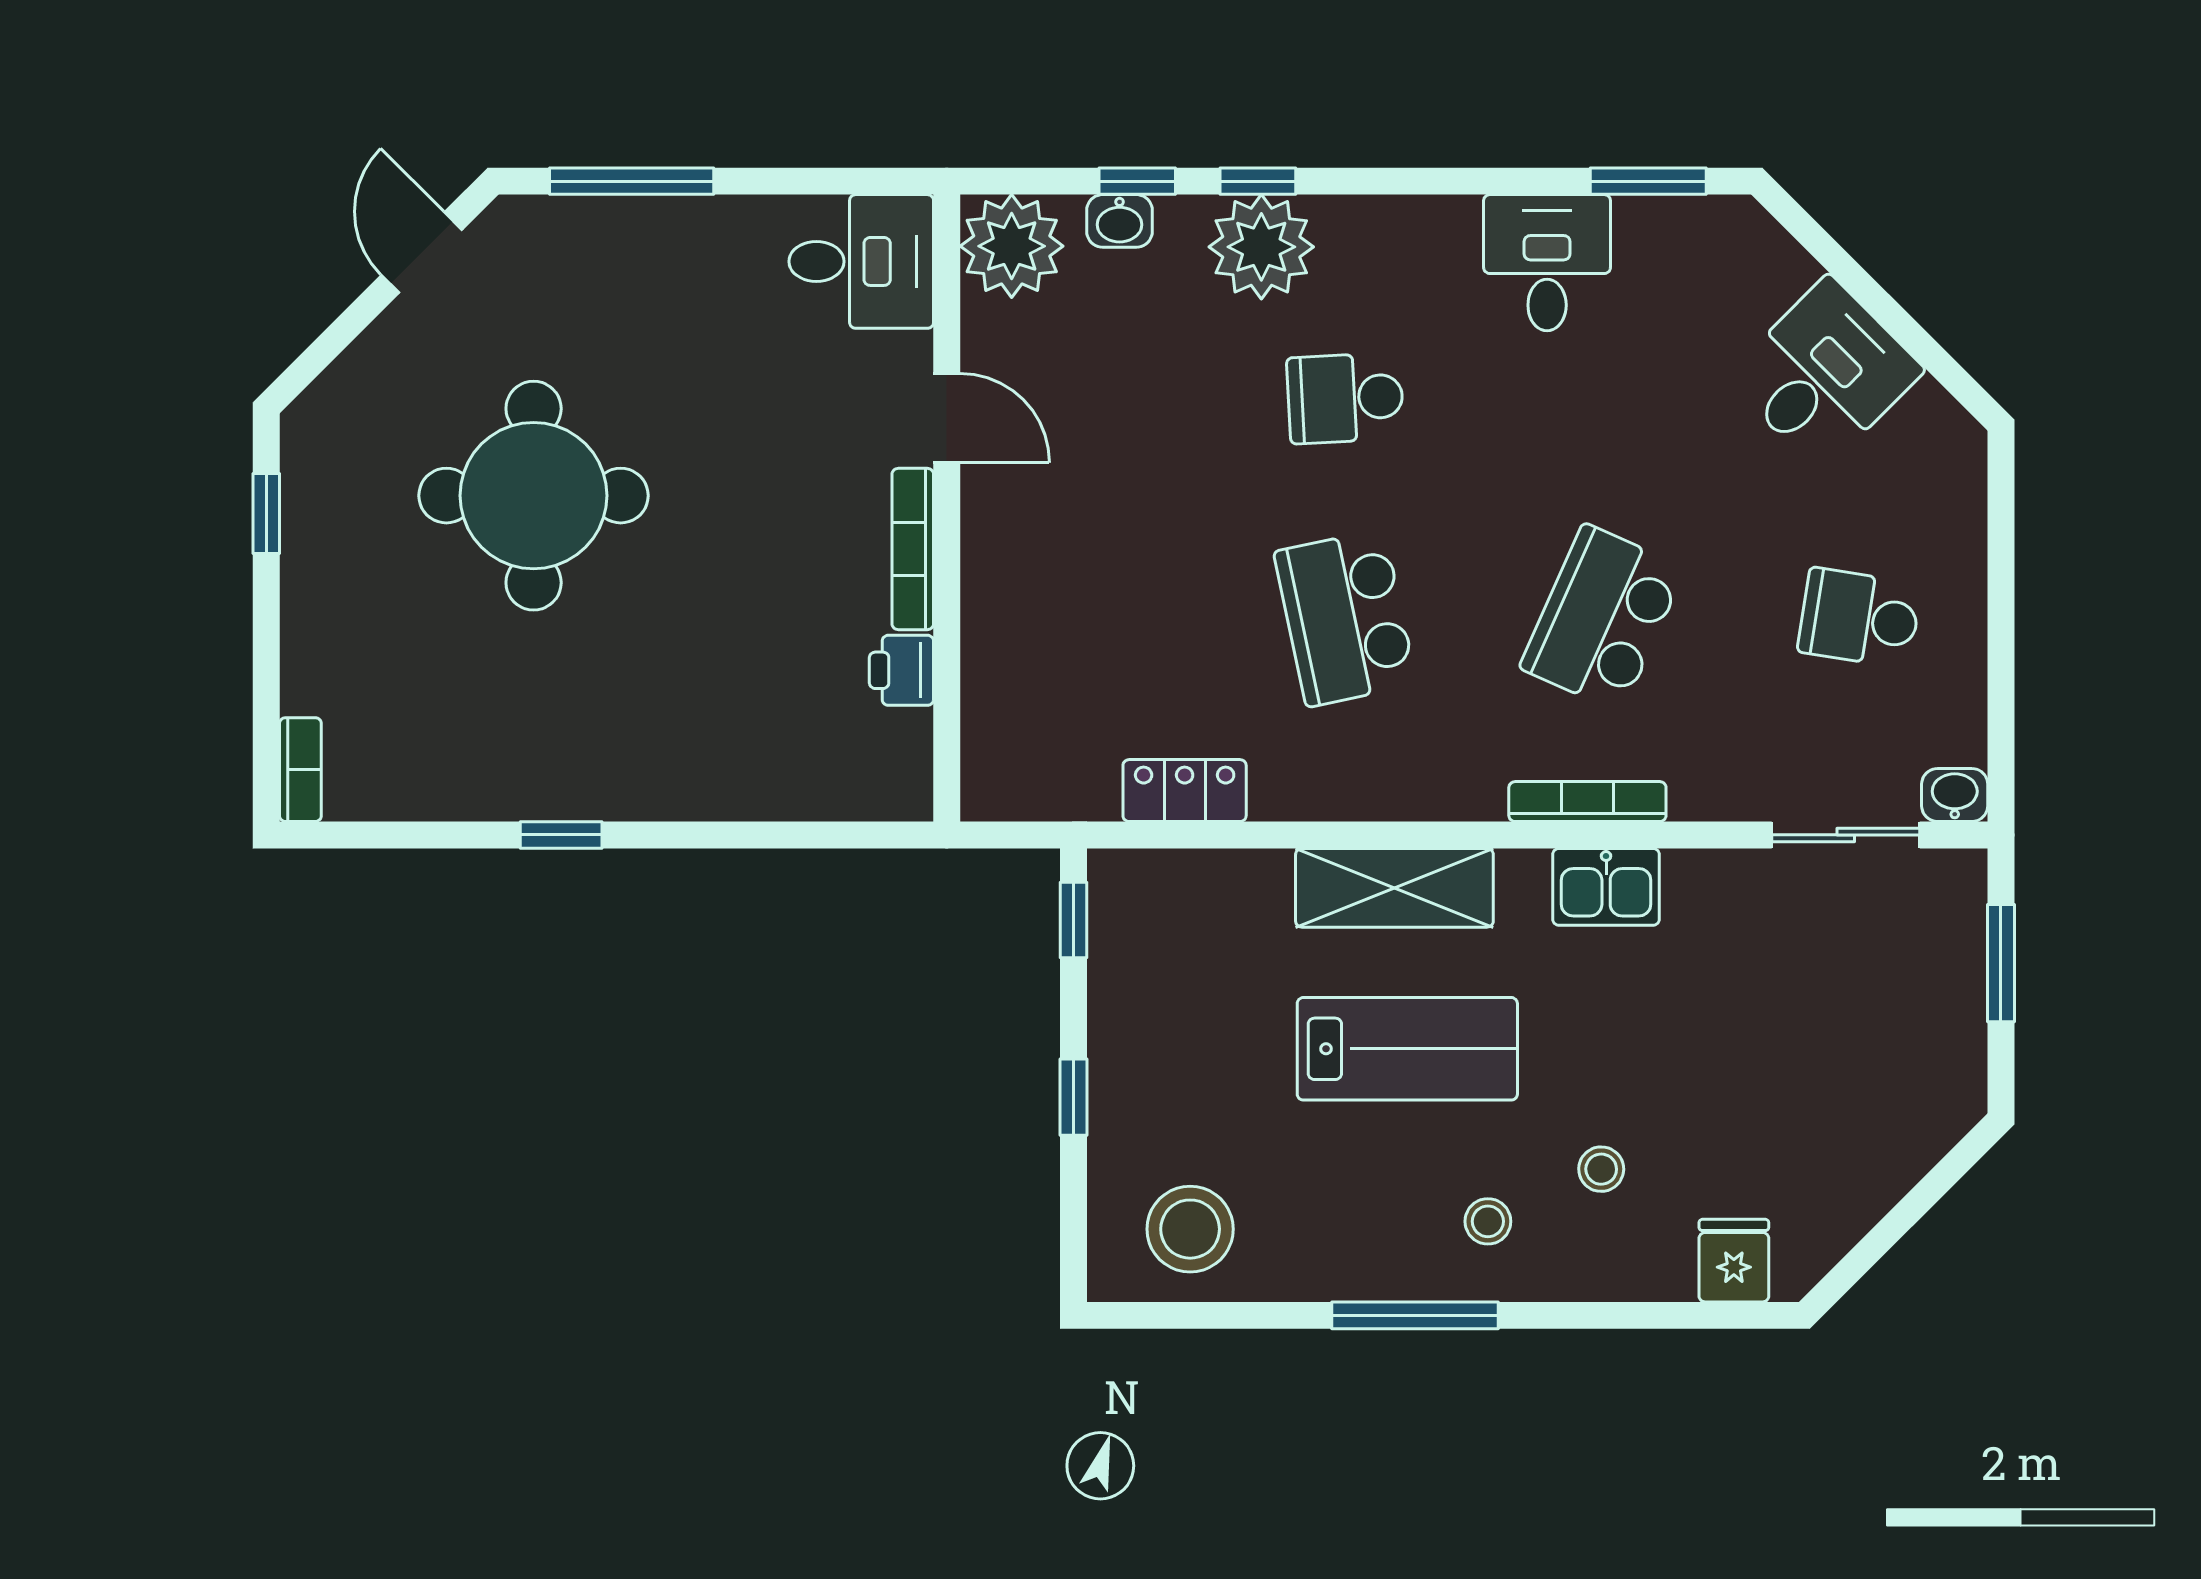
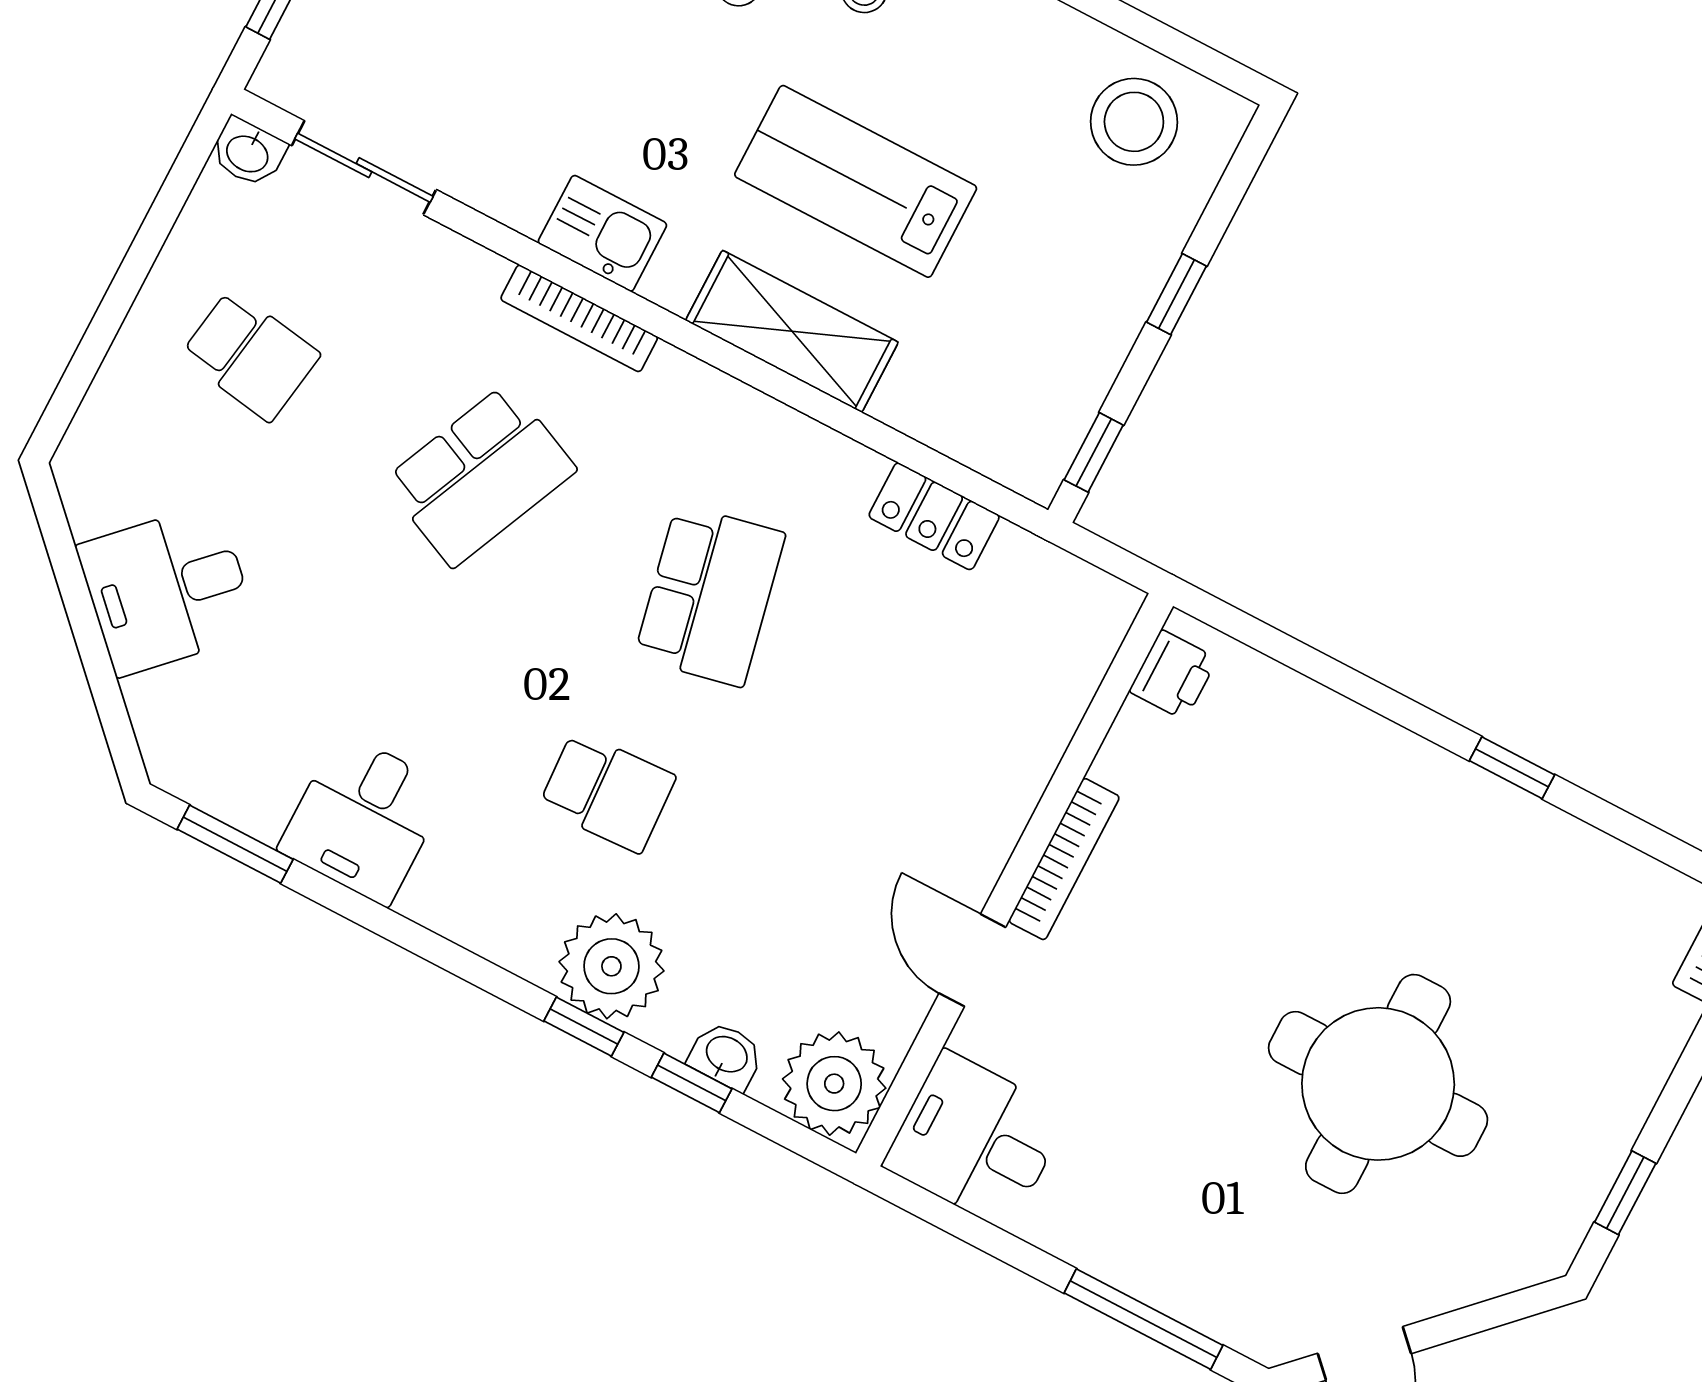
printer: (901, 670) -> (1173, 675), moved

